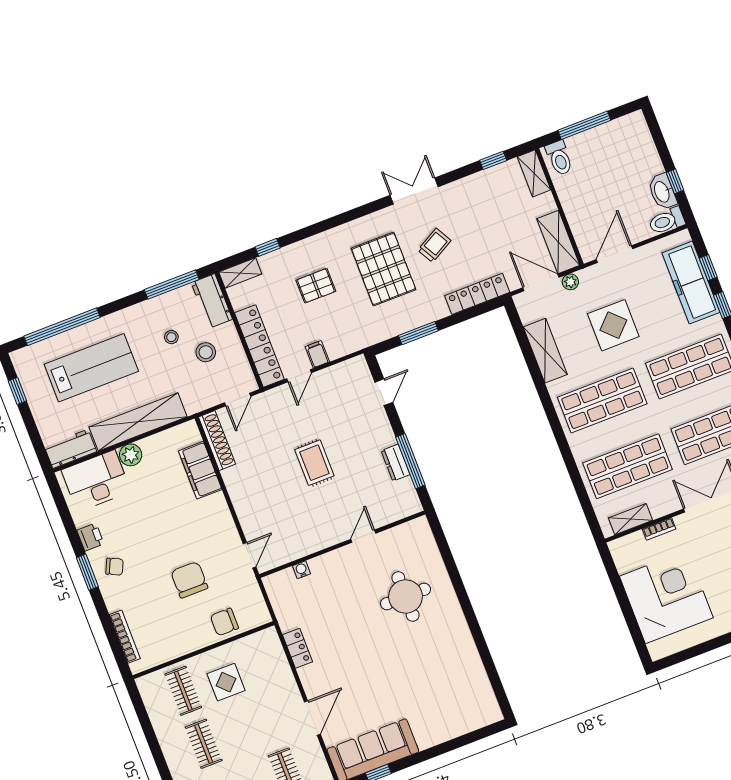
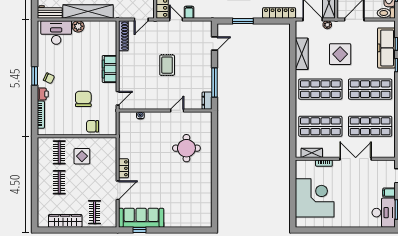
door: (299, 376) -> (176, 19), swing flipped
dresser: (396, 463) -> (207, 101), moved
filing cabinet: (200, 470) -> (109, 69), moved
printer: (90, 537) -> (43, 94), moved
locker: (298, 648) -> (124, 168), moved

